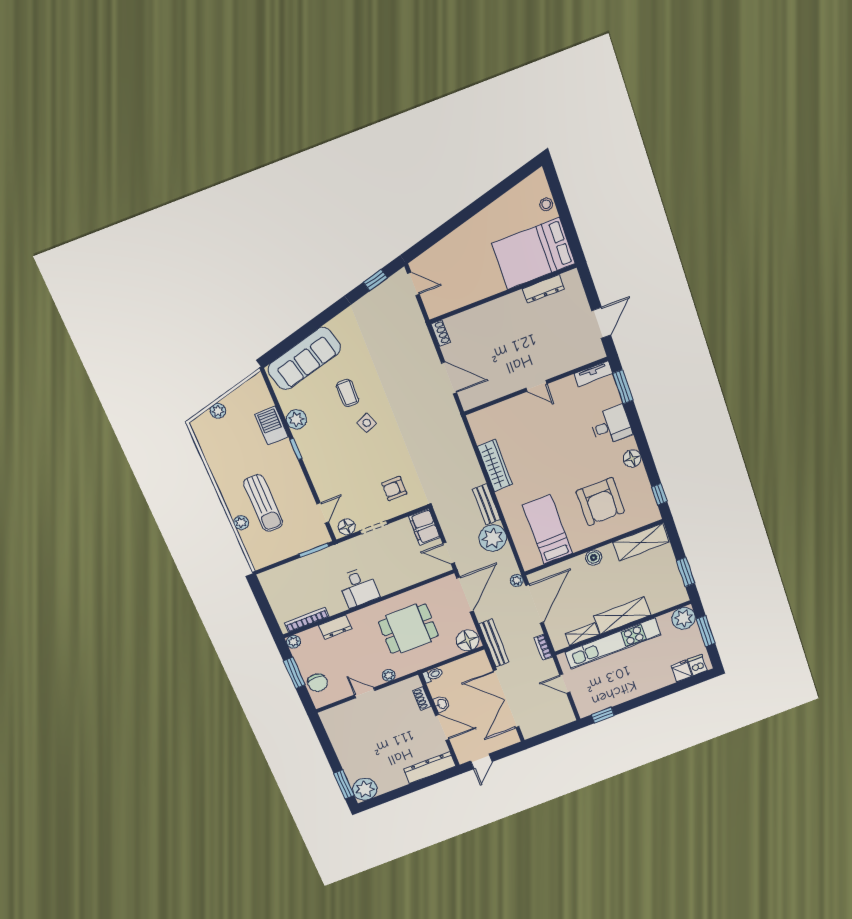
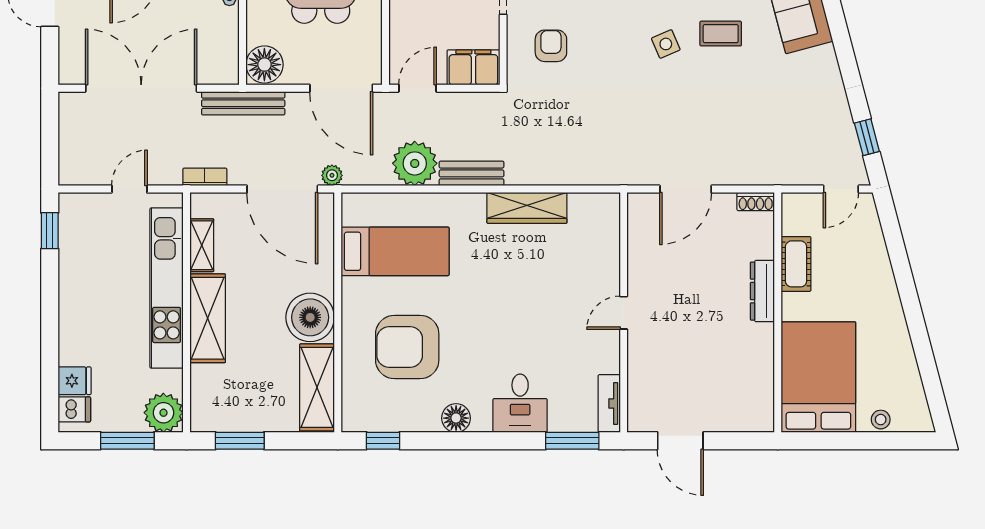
dresser: (543, 289) -> (762, 291), moved
cot: (469, 294) -> (796, 264), added
boiler: (594, 557) -> (310, 317), width x1.86, depth x1.86

